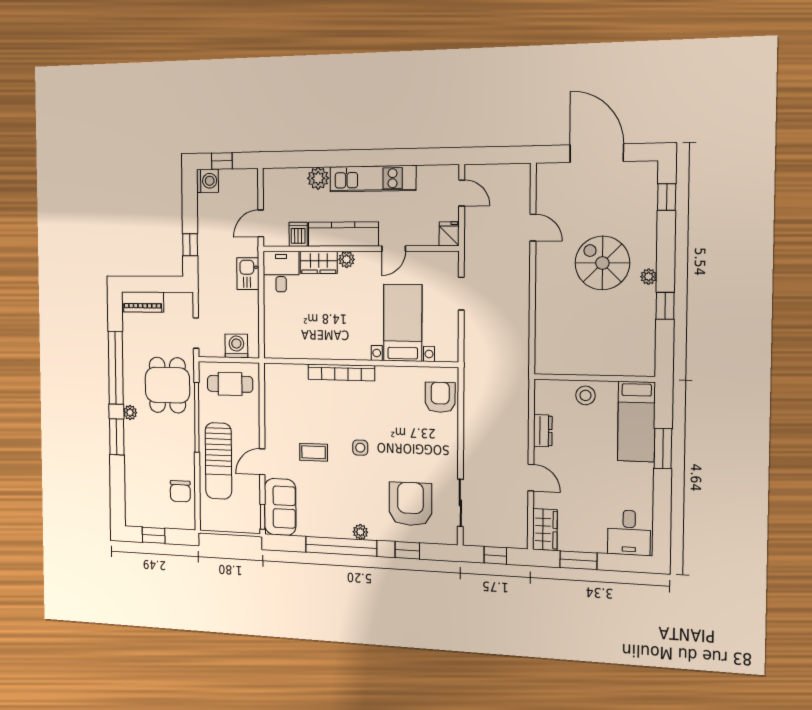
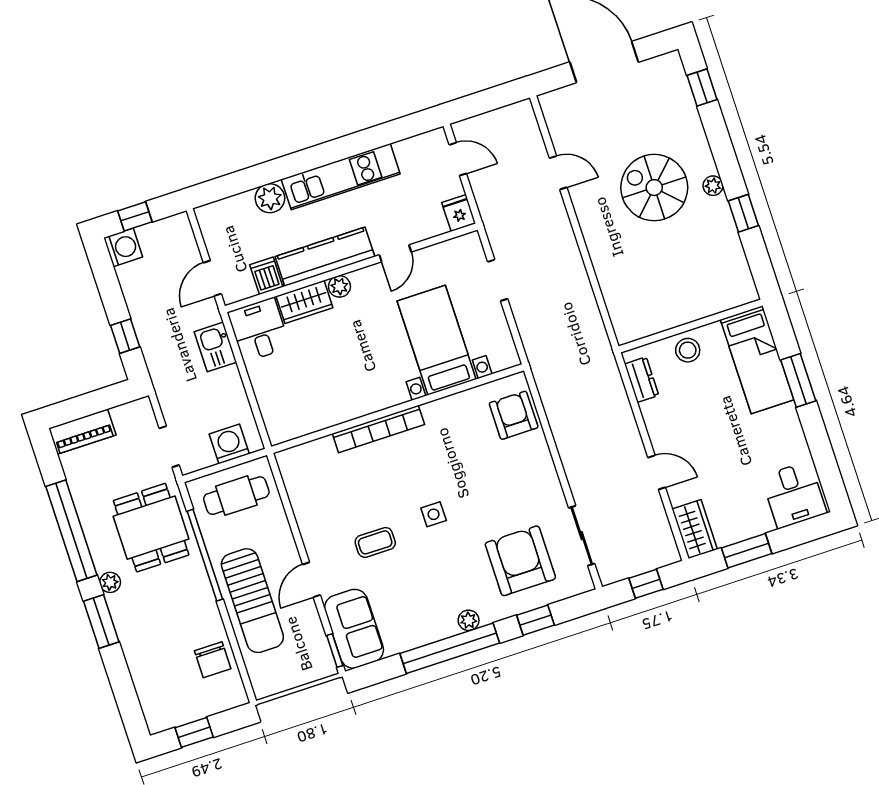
dresser: (543, 431) -> (642, 380), moved

